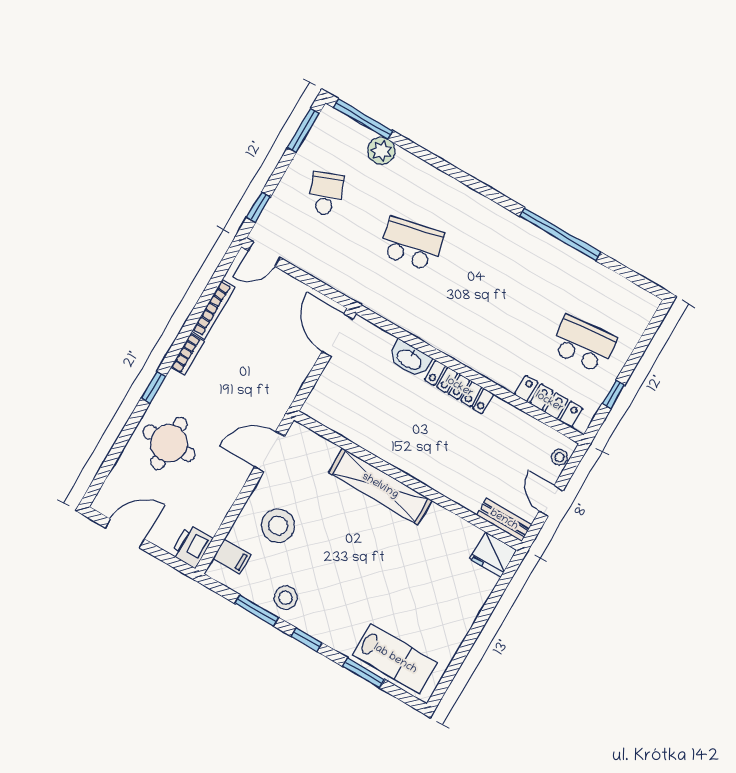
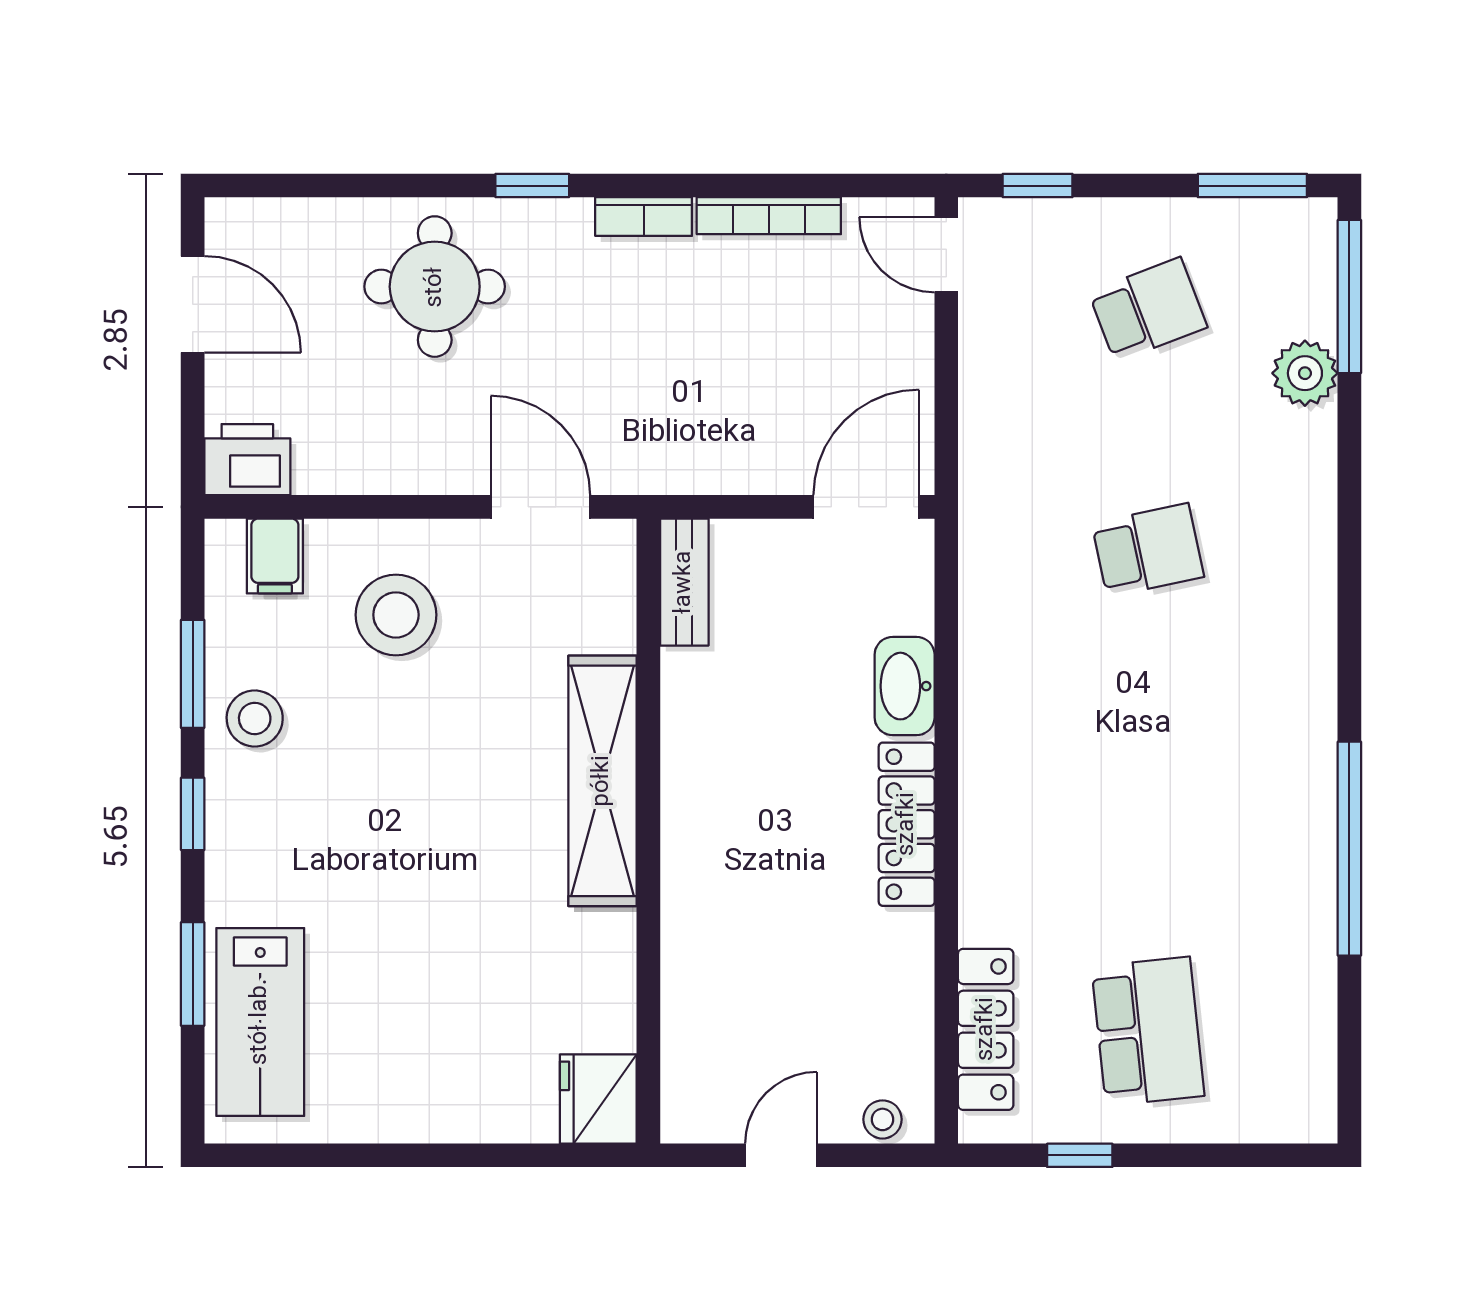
school desk: (412, 244) -> (1148, 550), width x0.54
bench: (504, 520) -> (684, 582), moved

